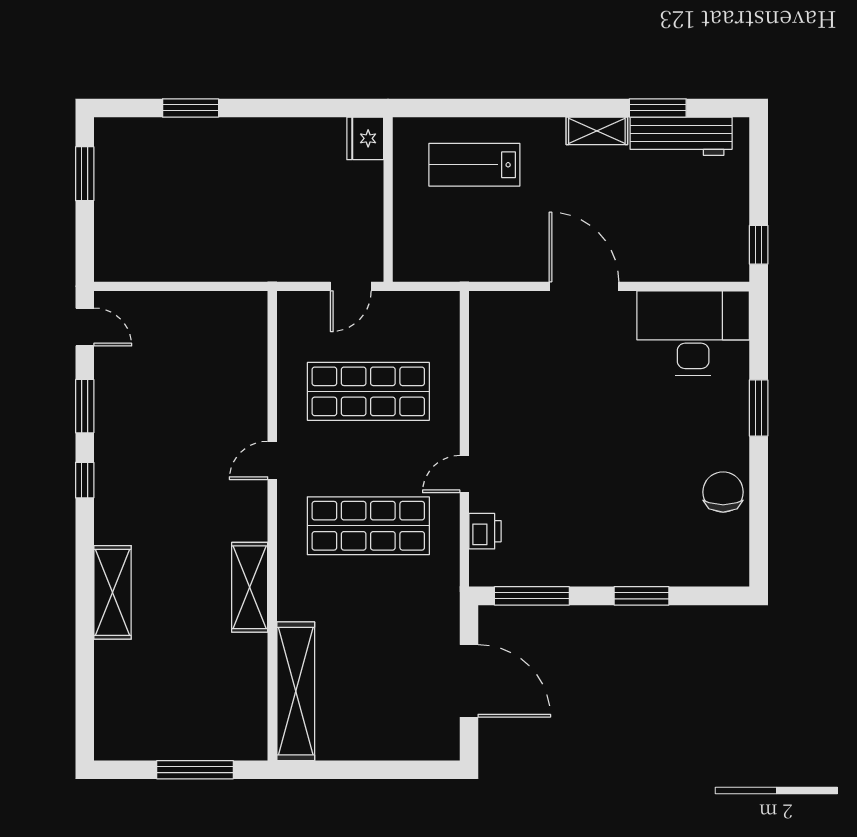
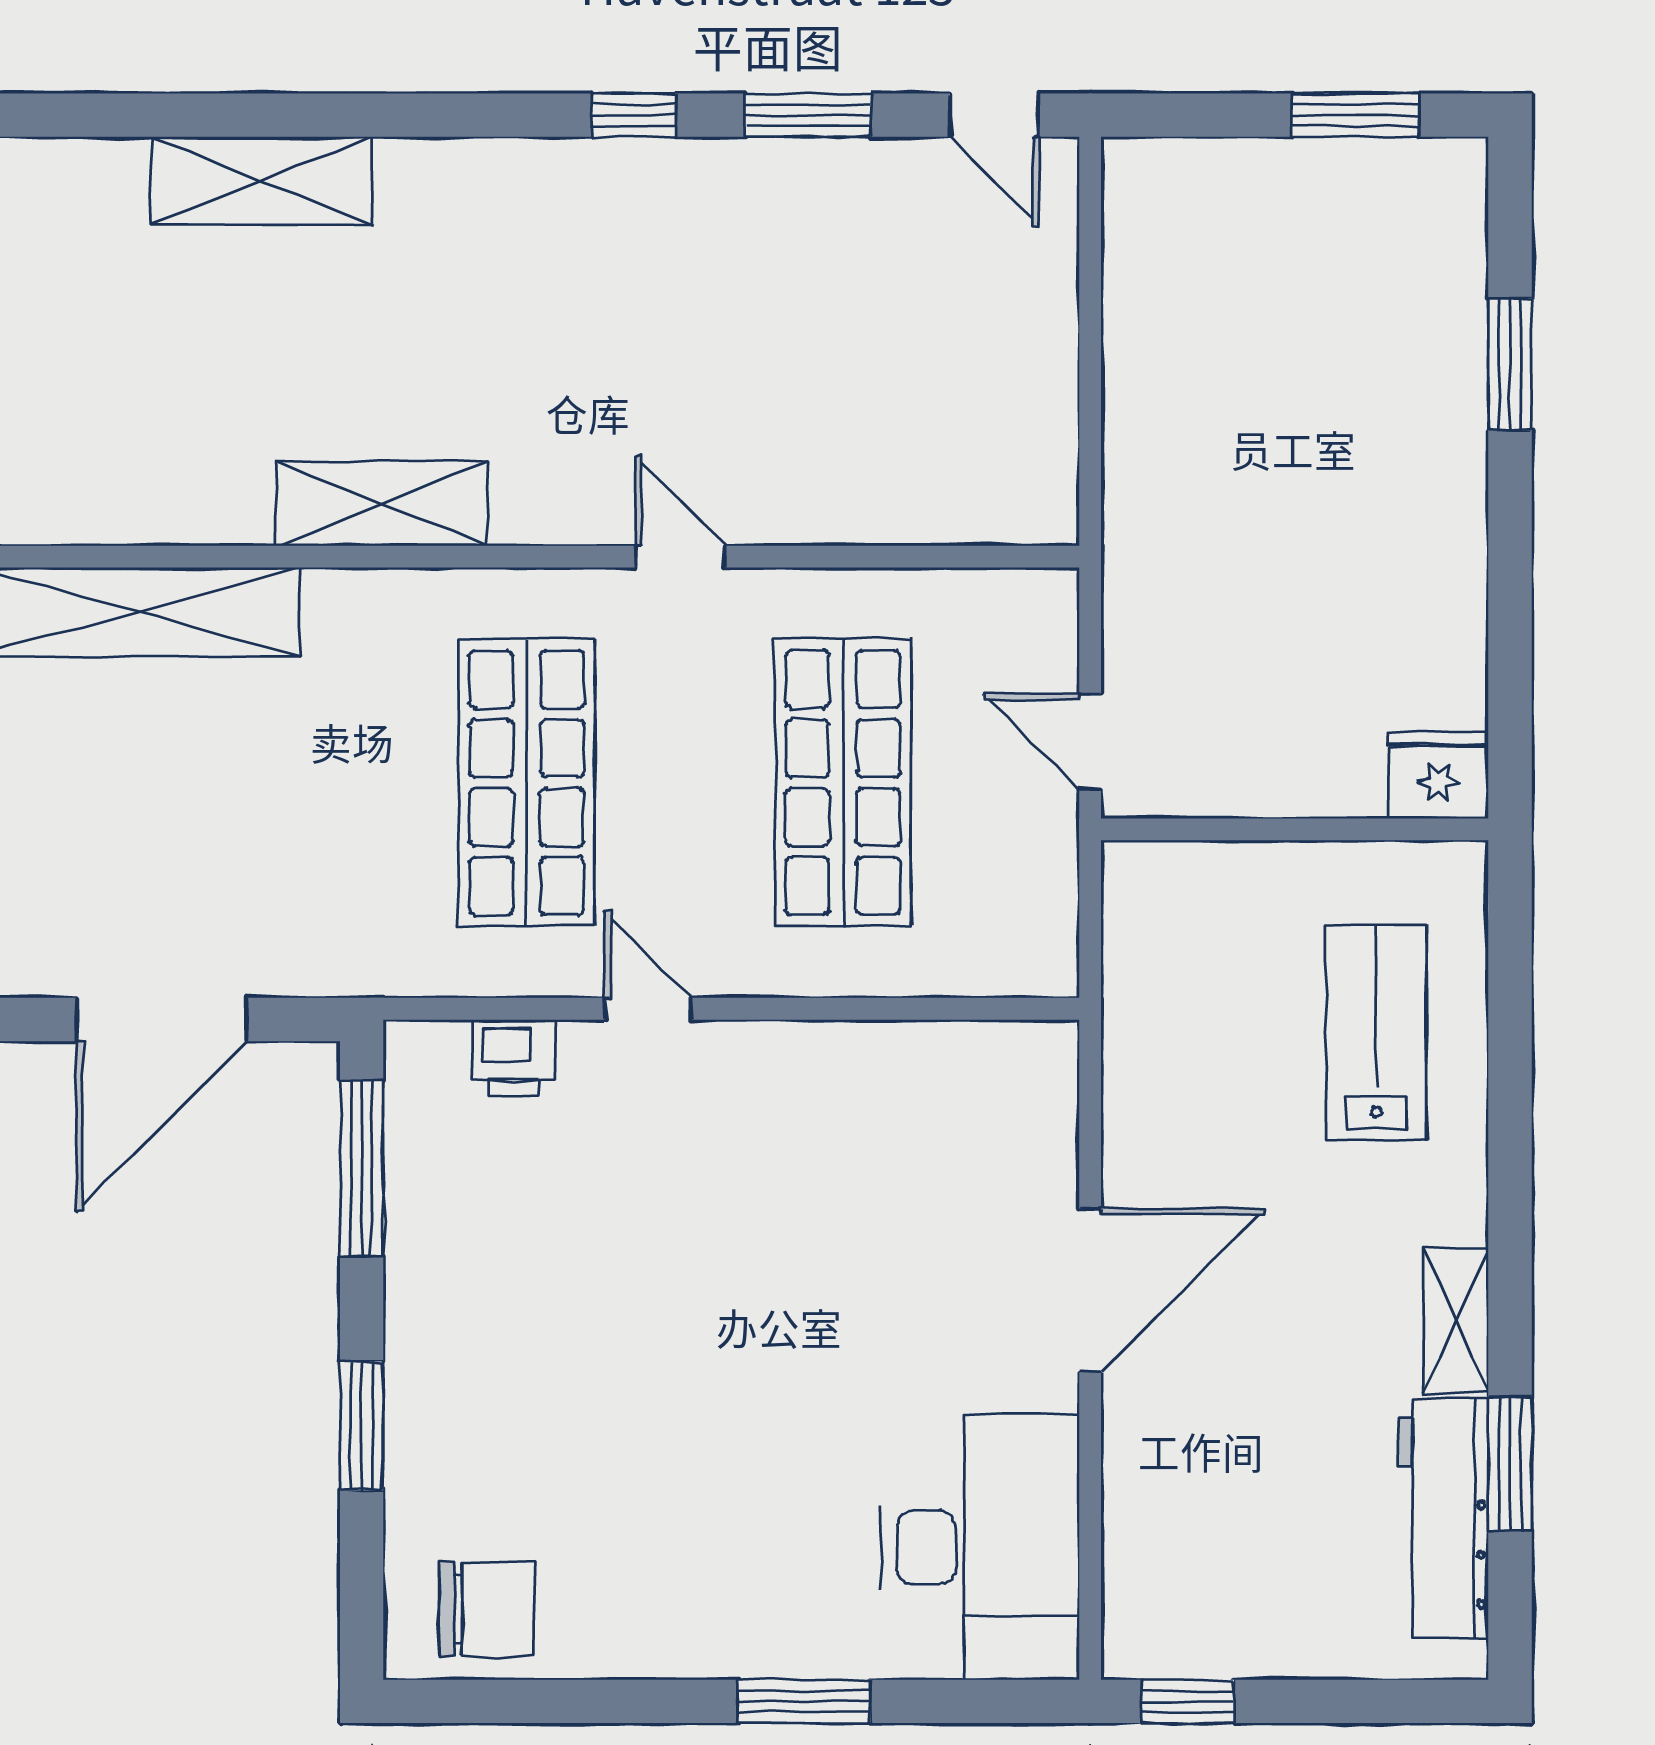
door: (85, 327) -> (994, 115), hinge flipped
chair: (723, 492) -> (487, 1609), moved
shelving: (113, 592) -> (261, 181), moved

